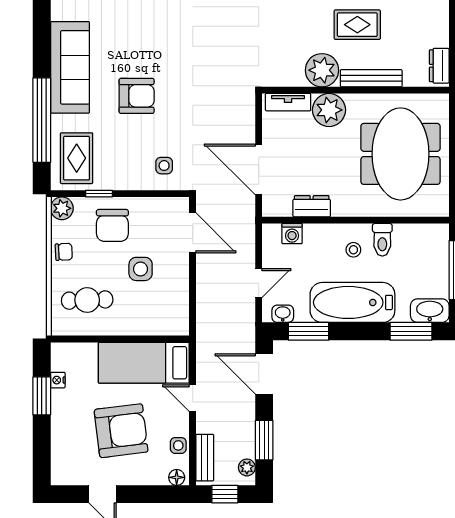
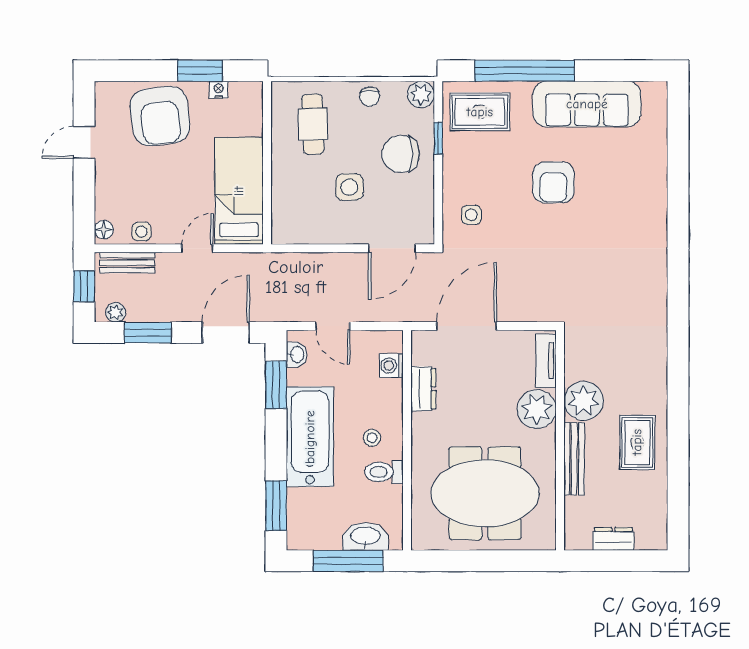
dresser: (439, 66) -> (613, 539), moved
washbasin: (430, 311) -> (365, 537), moved, turned -90
armchair: (121, 431) -> (160, 116), moved

